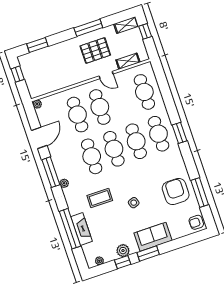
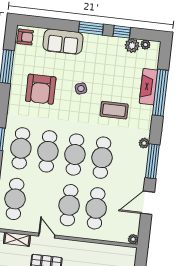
armchair: (176, 191) -> (41, 89), moved
sofa: (153, 237) -> (63, 42), moved
plant: (123, 251) -> (132, 46), moved

